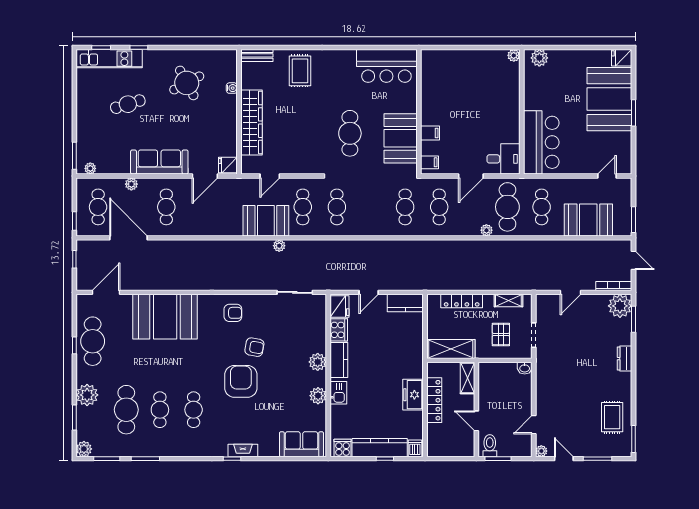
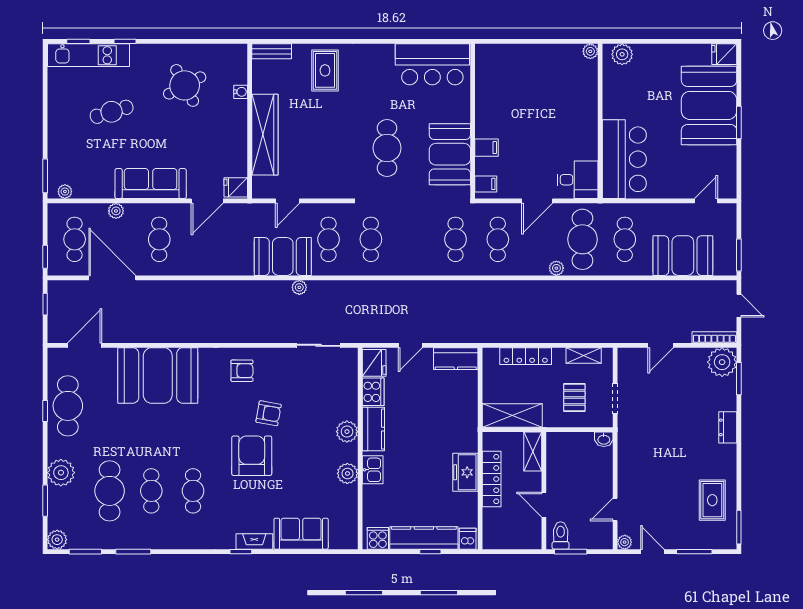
sofa: (301, 444) -> (301, 534), moved

